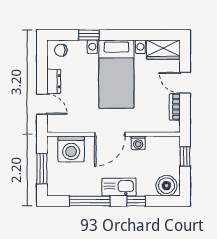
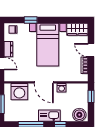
door: (110, 134) -> (44, 82), hinge flipped

